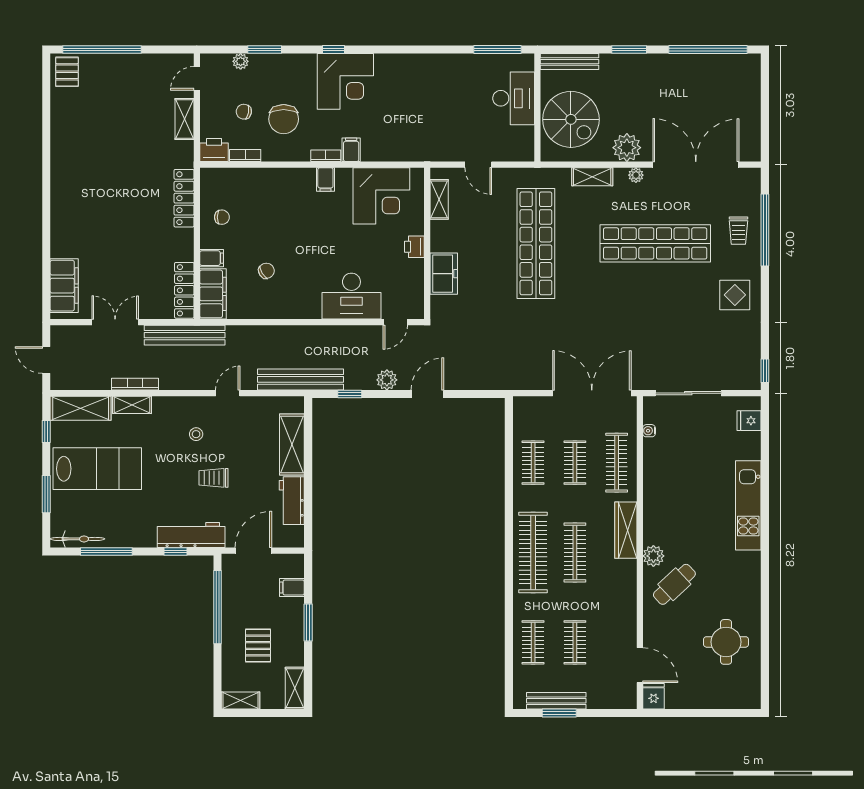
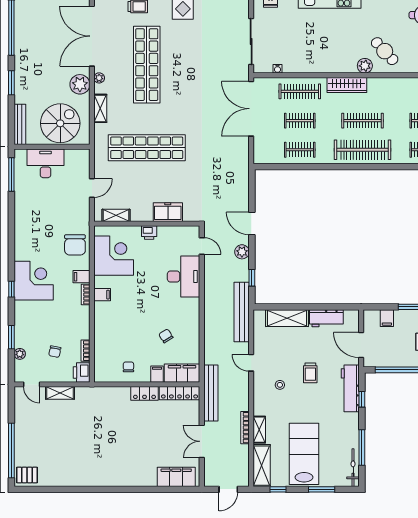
chair: (284, 119) -> (75, 245), moved, turned 90
locker: (184, 198) -> (145, 393), moved, width x0.66

